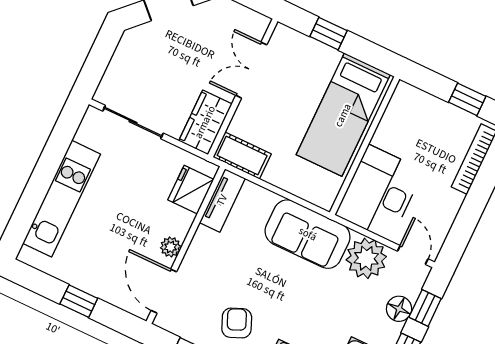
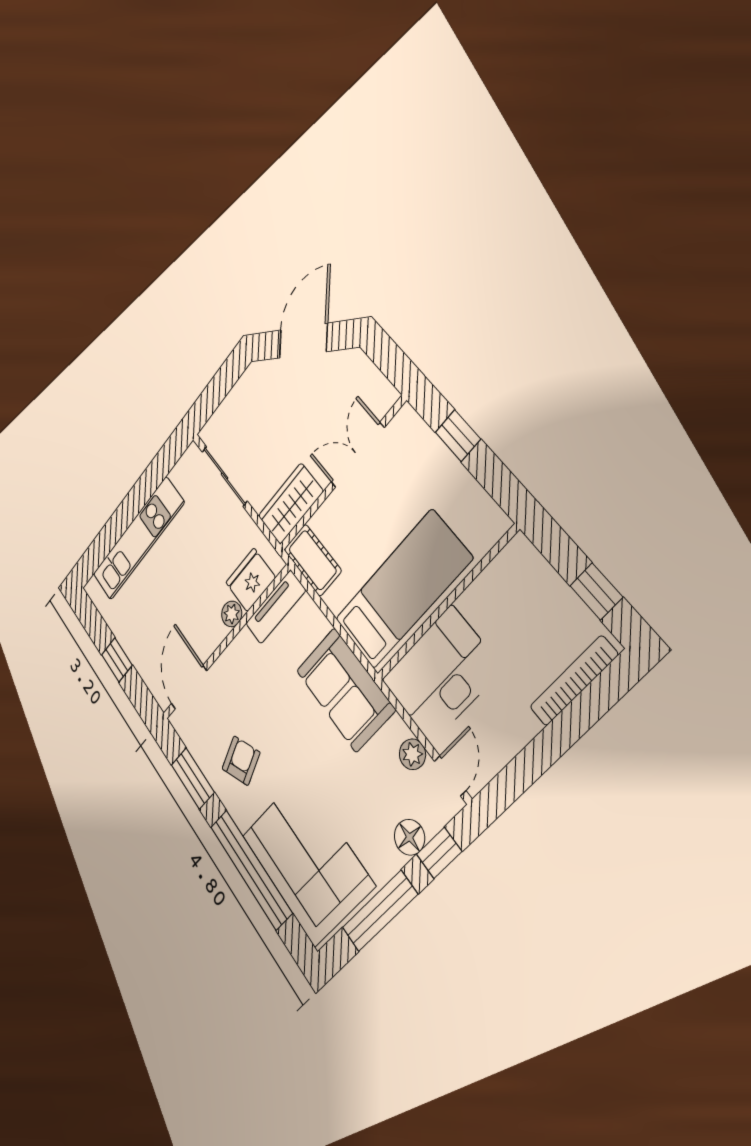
bed: (343, 115) -> (403, 589), moved, turned 180
plant: (171, 247) -> (232, 614), moved
plant: (366, 258) -> (412, 754), width x0.53, depth x0.53

